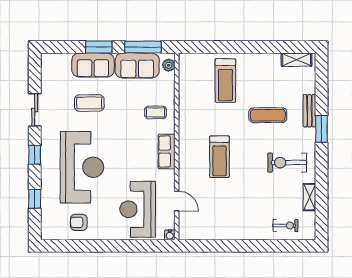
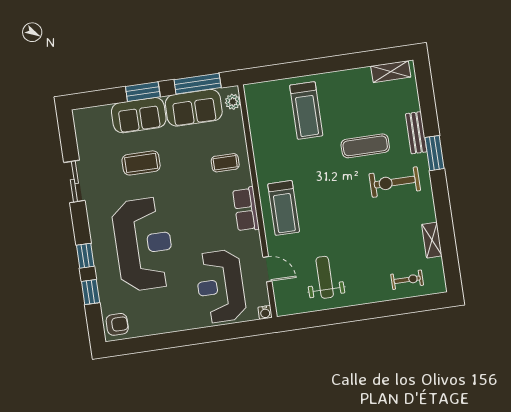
window: (35, 155) -> (85, 256), moved
treadmill: (220, 157) -> (284, 208), moved
exercise bike: (287, 163) -> (395, 182), moved
weight bench: (221, 214) -> (325, 277), added
armchair: (79, 222) -> (117, 324), moved, turned 180

